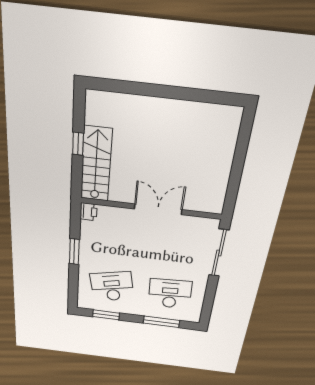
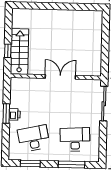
window: (78, 144) -> (8, 51), moved
printer: (88, 212) -> (15, 114), moved

